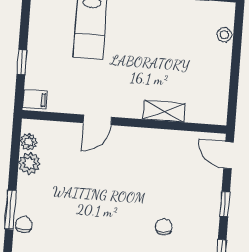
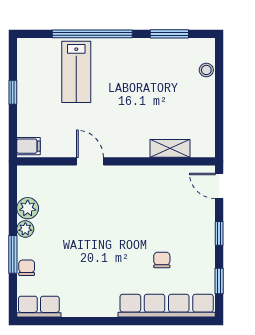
window: (22, 62) -> (13, 92), moved
shelving: (164, 111) -> (170, 148), moved
door: (97, 120) -> (90, 161), swing flipped
plant: (29, 142) -> (25, 229), moved

